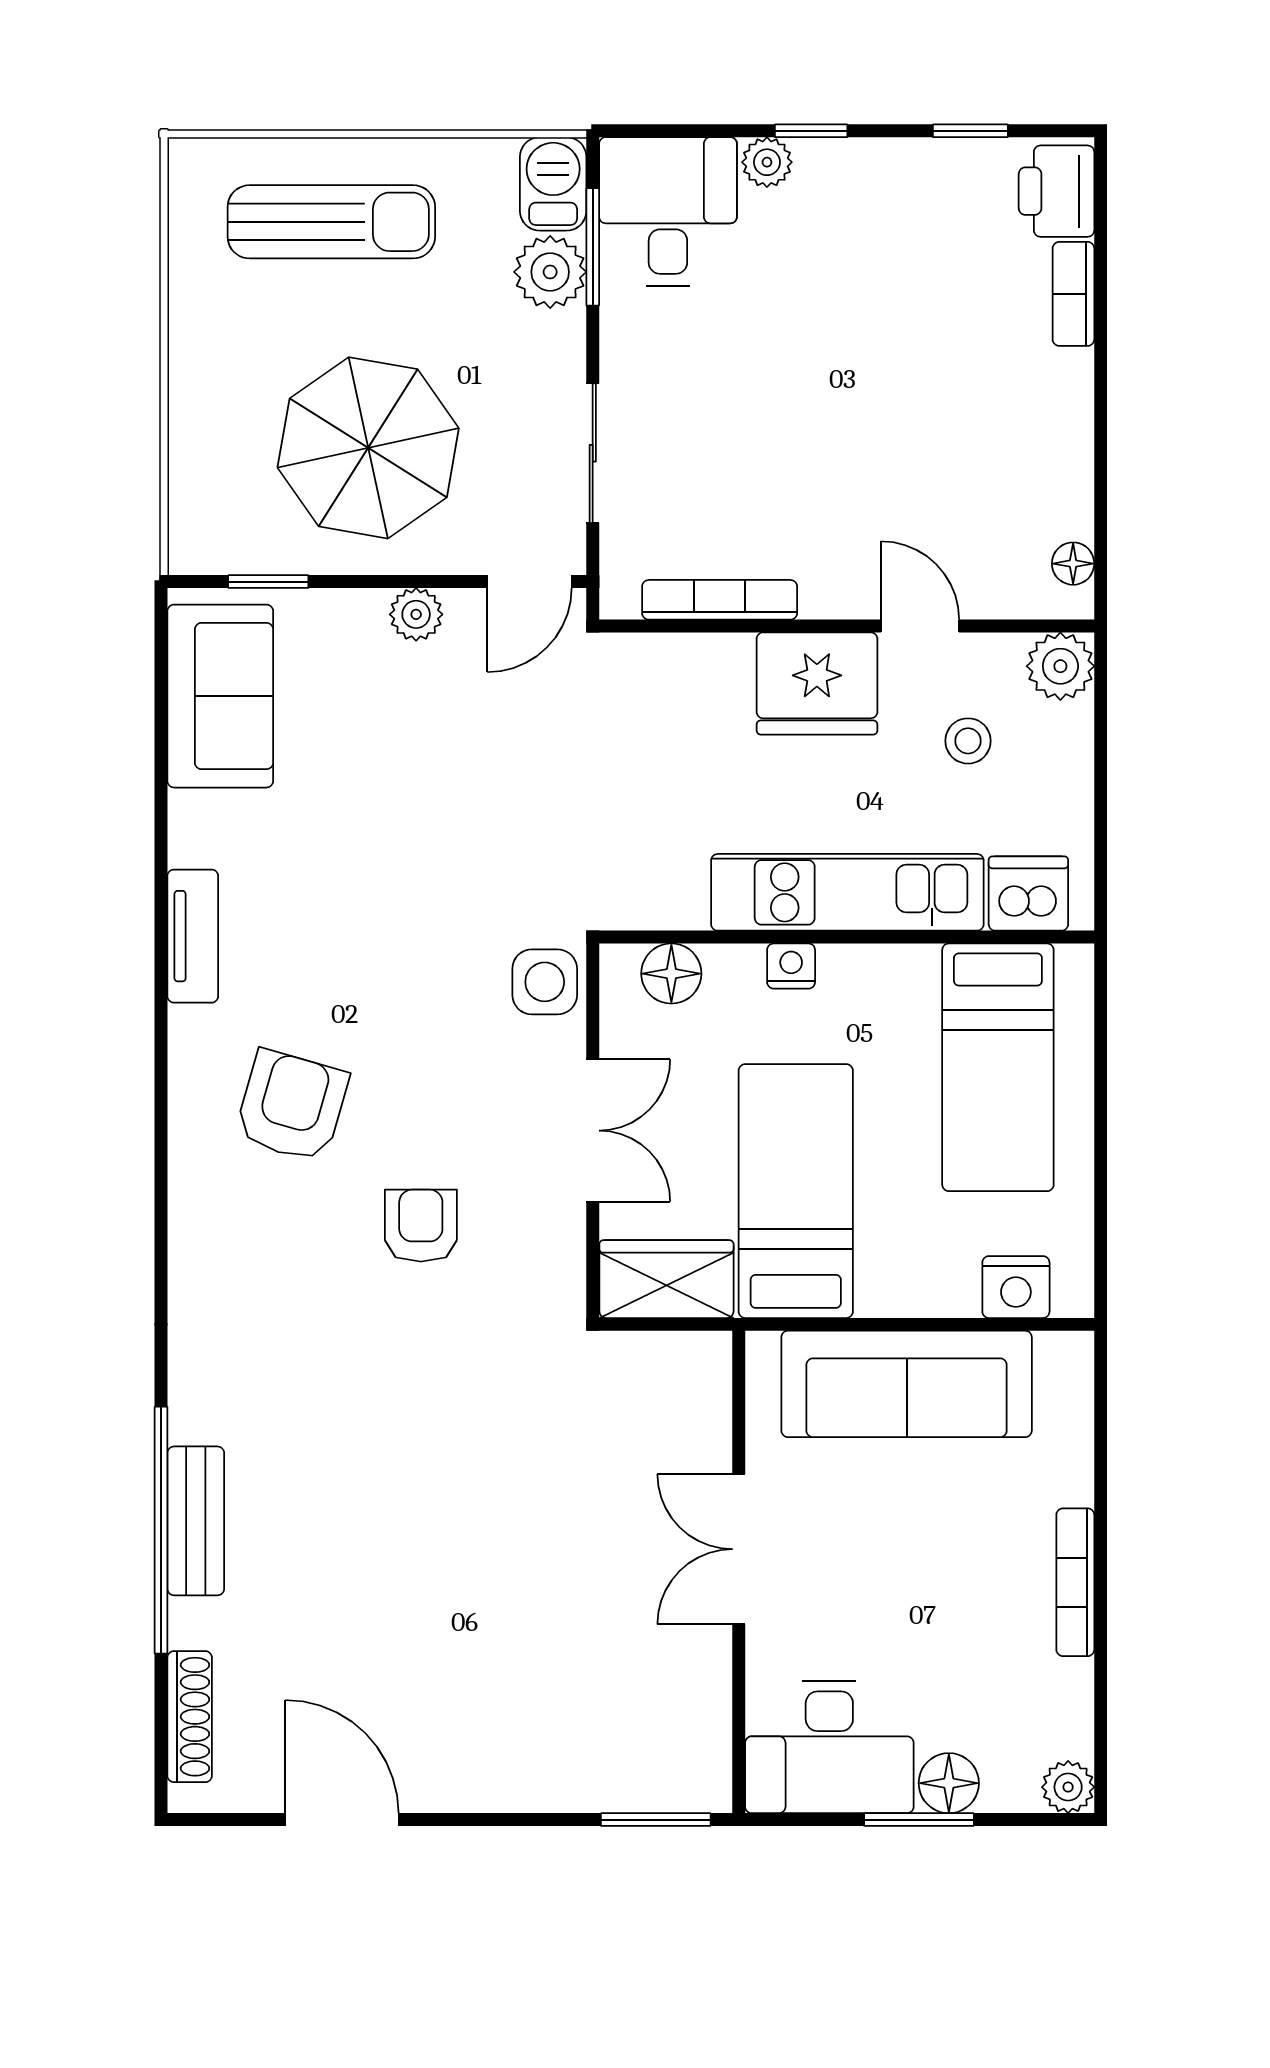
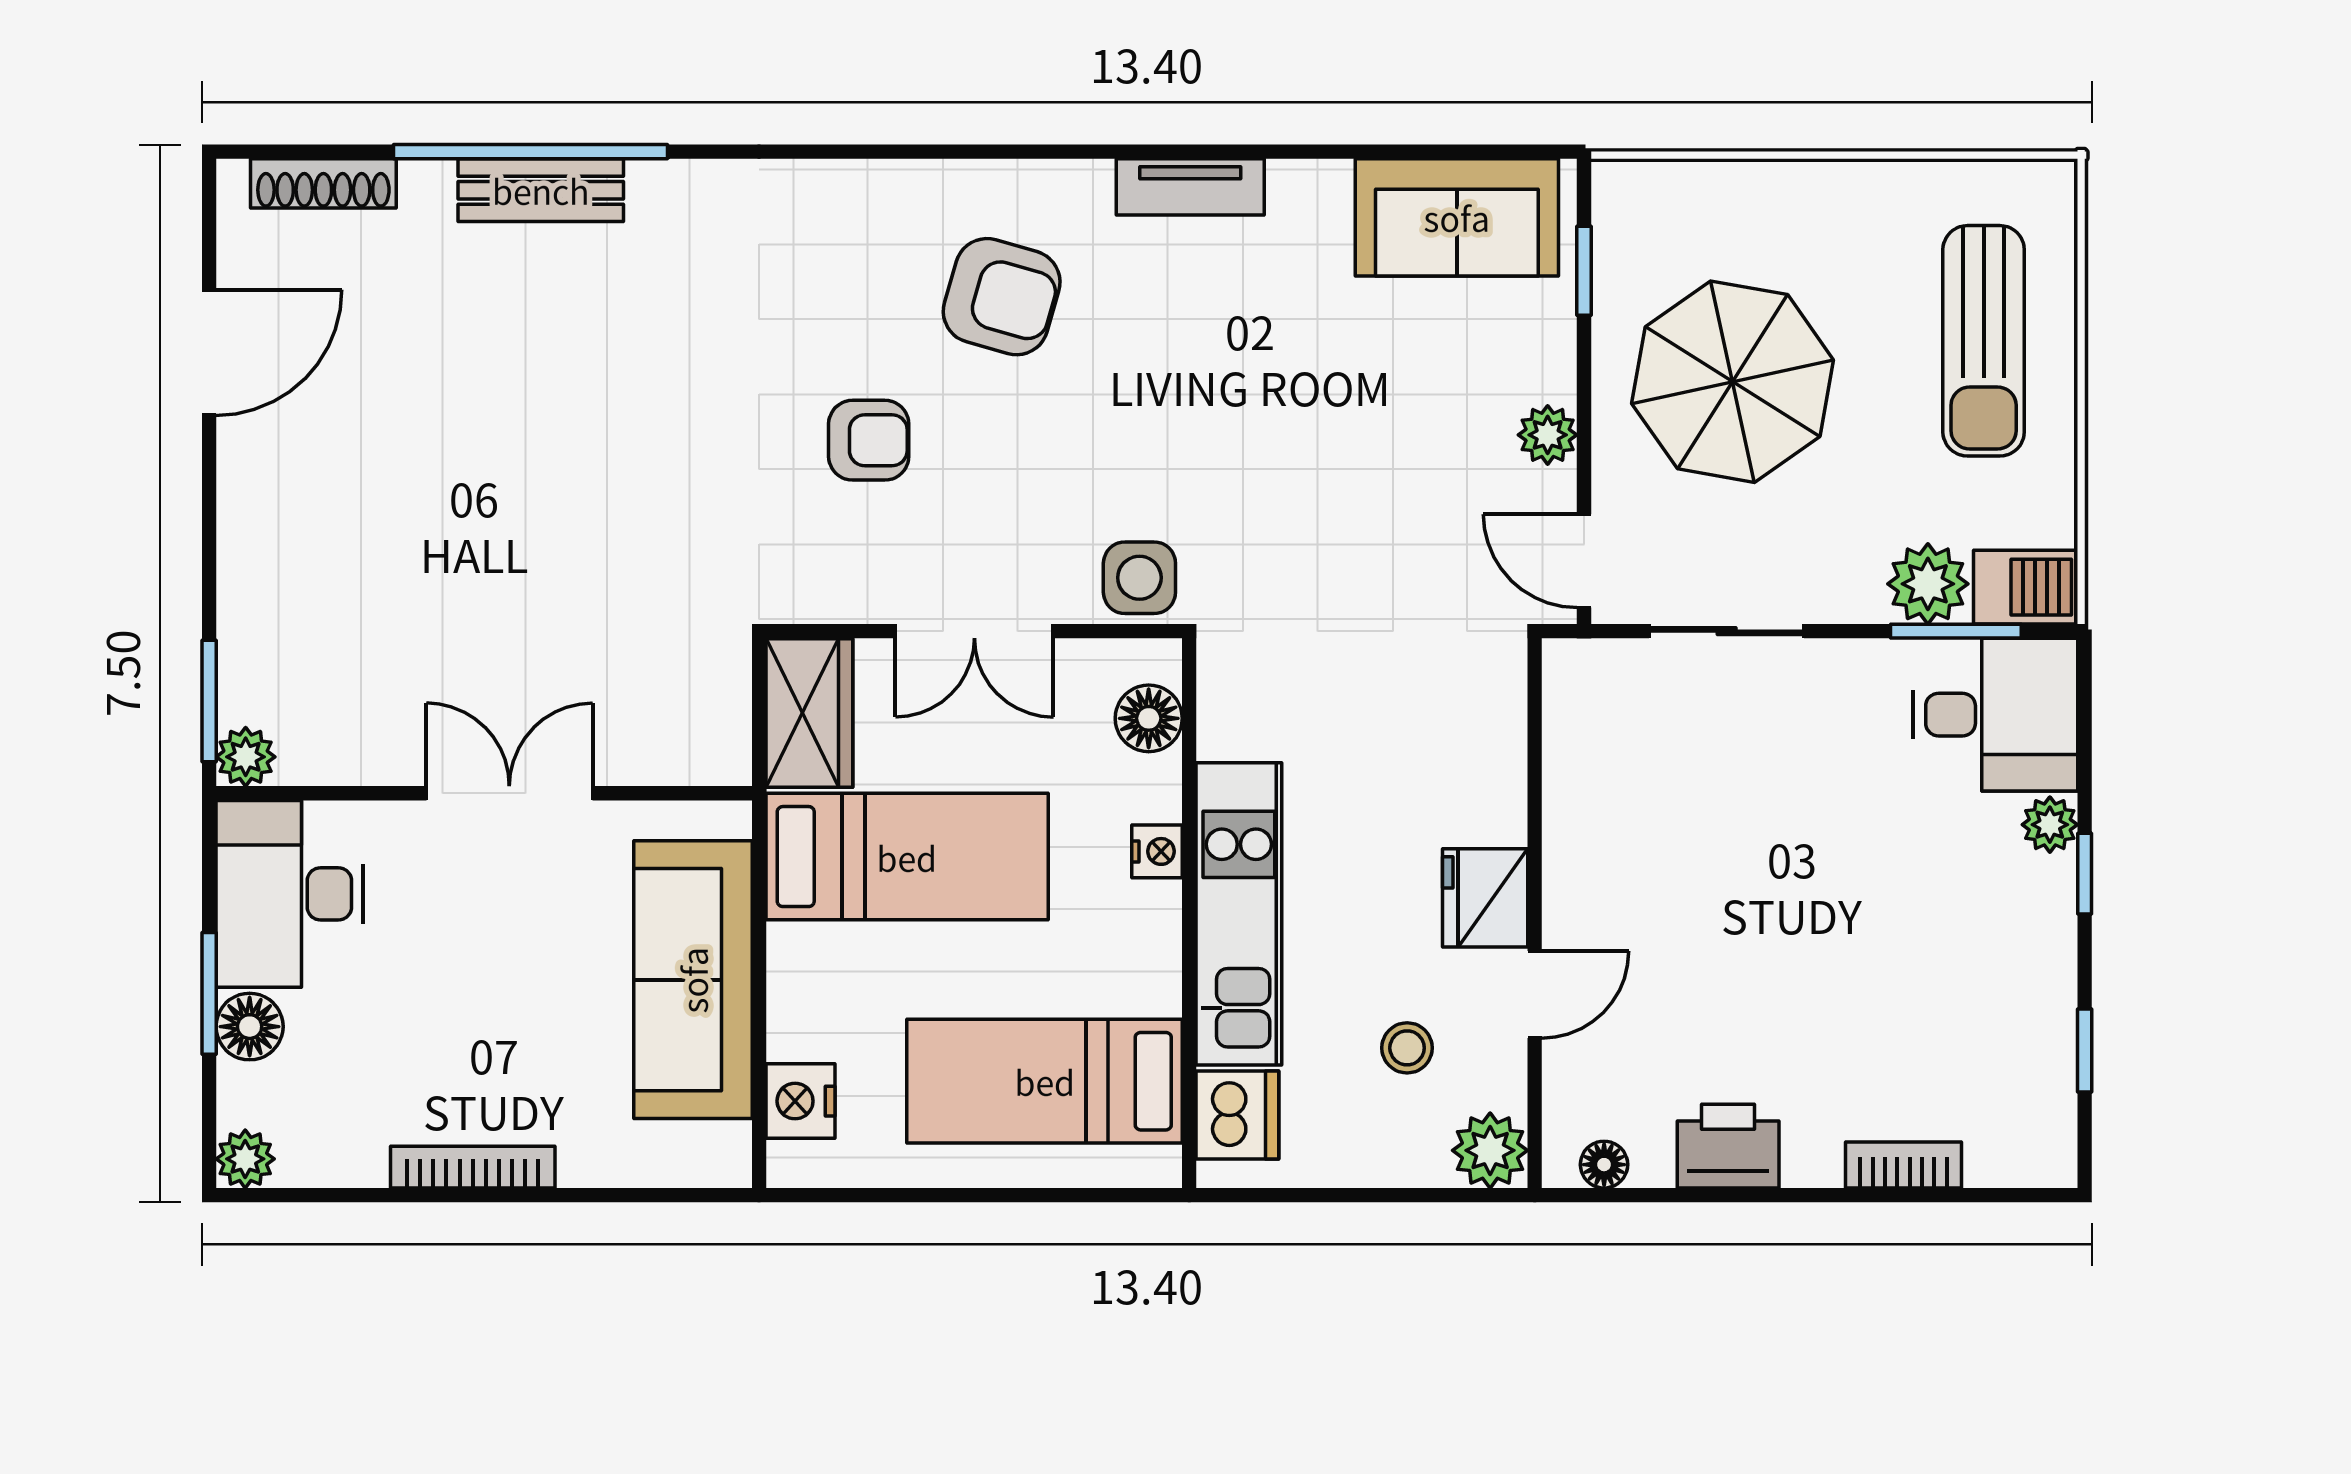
printer: (1056, 191) -> (1728, 1146), moved
bookcase: (720, 600) -> (1564, 772), removed
fridge: (817, 684) -> (1485, 898), width x0.73, depth x0.75
plant: (706, 1787) -> (246, 757), added

